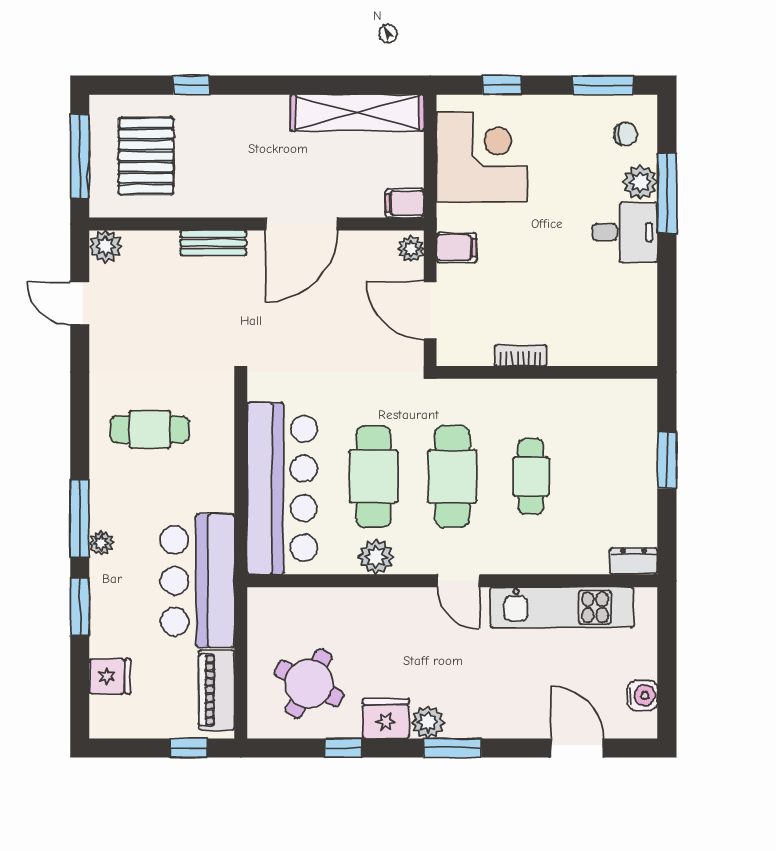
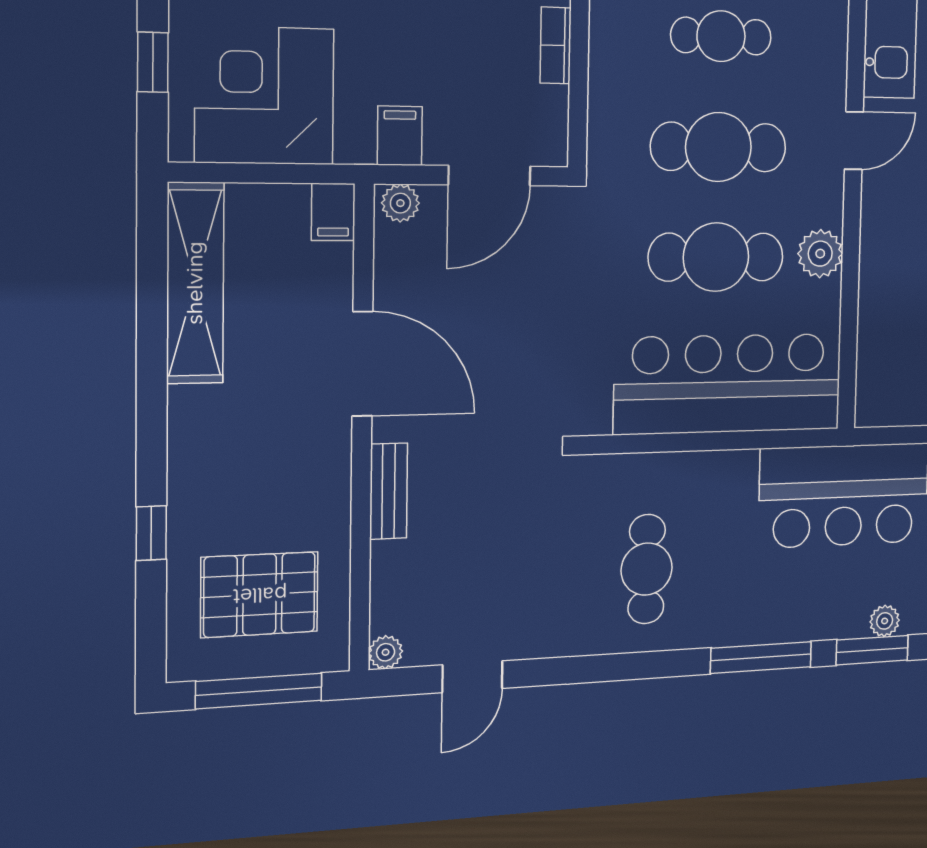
plant: (105, 246) -> (386, 652), width x0.73, depth x0.73
plant: (101, 543) -> (885, 621), moved

